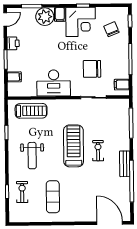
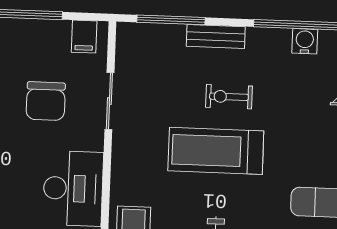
bench: (125, 164) -> (216, 36), moved
water cooler: (124, 183) -> (305, 41), added

